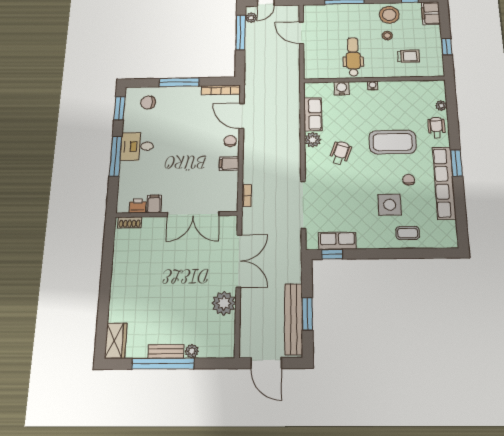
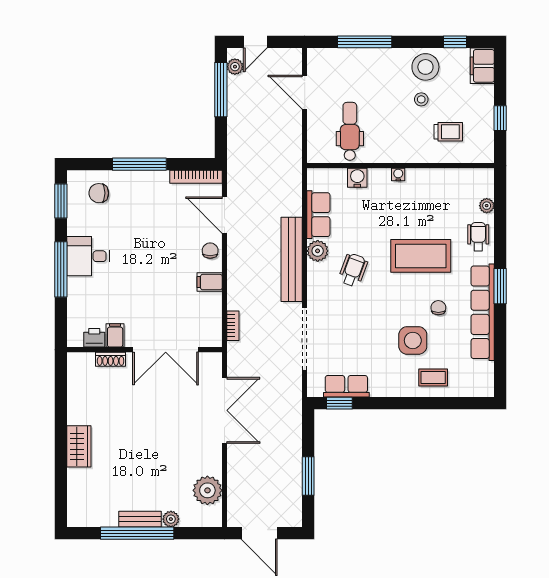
dental chair: (353, 57) -> (350, 131), moved
shoe rack: (130, 222) -> (111, 359), moved
plant: (224, 303) -> (207, 490), moved
bench: (294, 319) -> (292, 259), moved
wardrobe: (116, 341) -> (79, 446), moved

